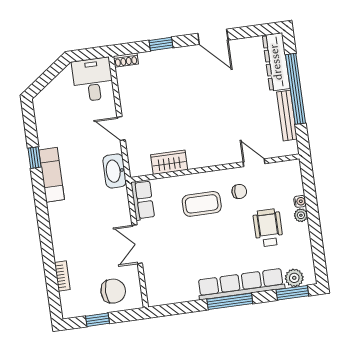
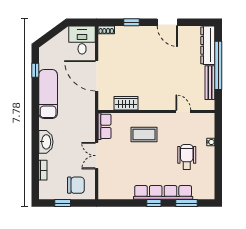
door: (121, 128) -> (97, 76), width x1.87
window: (35, 158) -> (35, 70), moved
washbasin: (115, 171) -> (46, 142), moved, turned 180
exam couch: (52, 175) -> (48, 94), width x1.36, depth x1.45
chair: (239, 191) -> (171, 130), removed
plant: (301, 215) -> (210, 151), removed
plant: (294, 278) -> (200, 193), removed
window: (292, 293) -> (186, 203), moved
window: (230, 301) -> (154, 203), width x0.46

